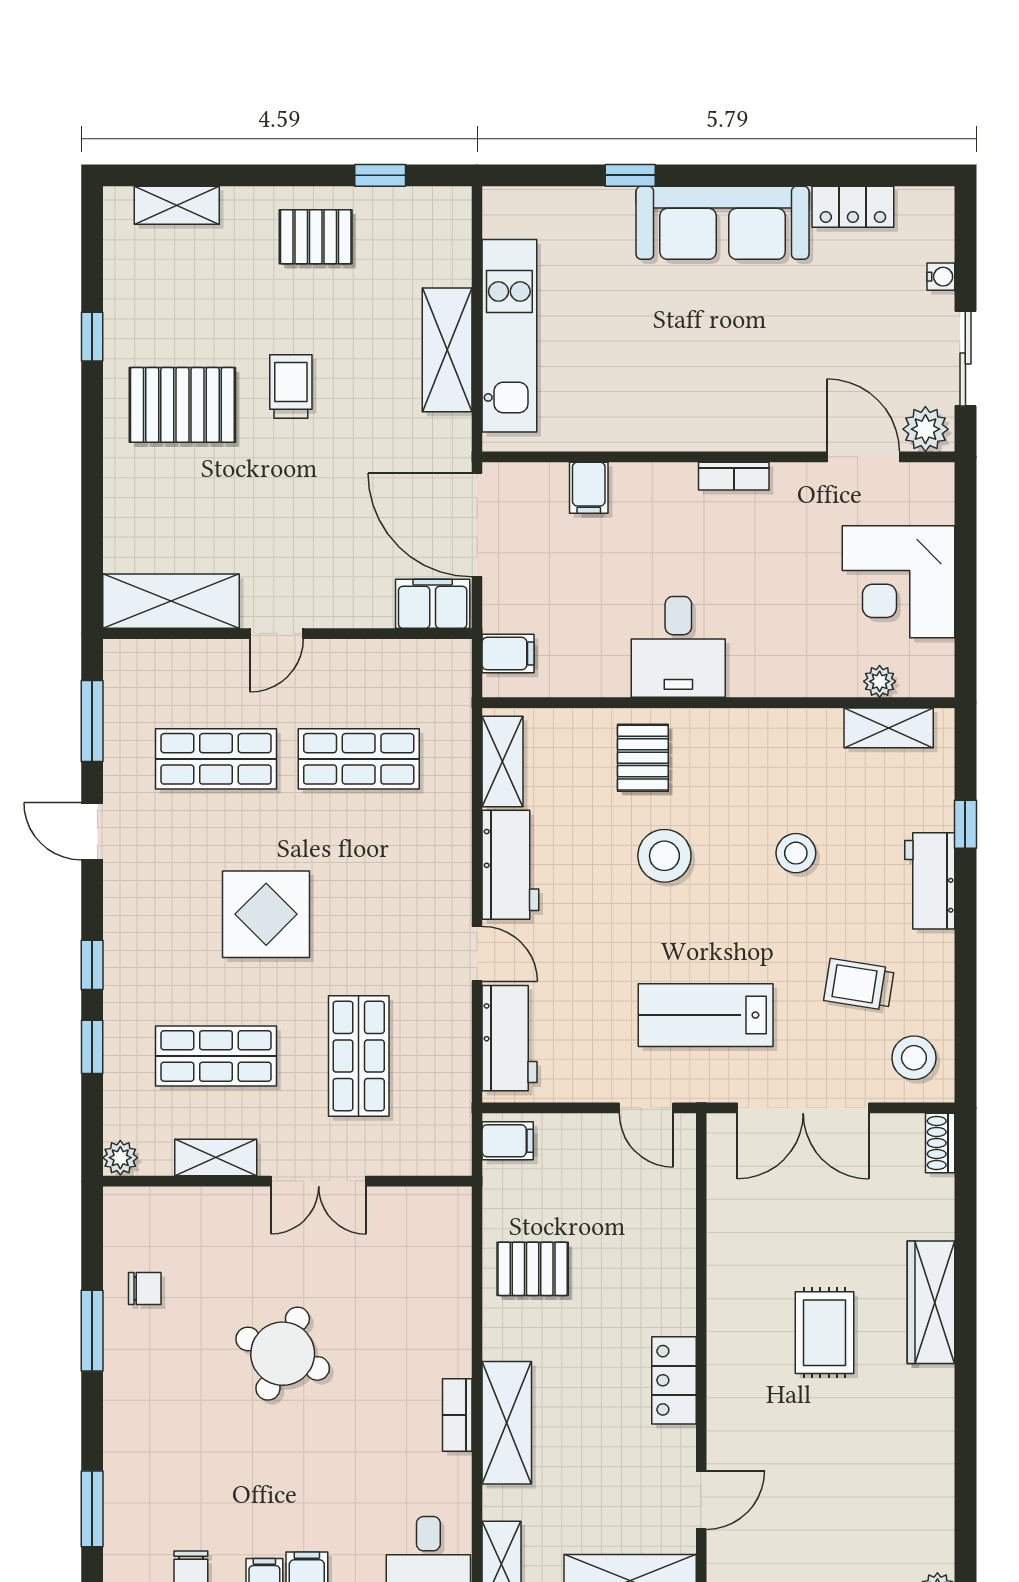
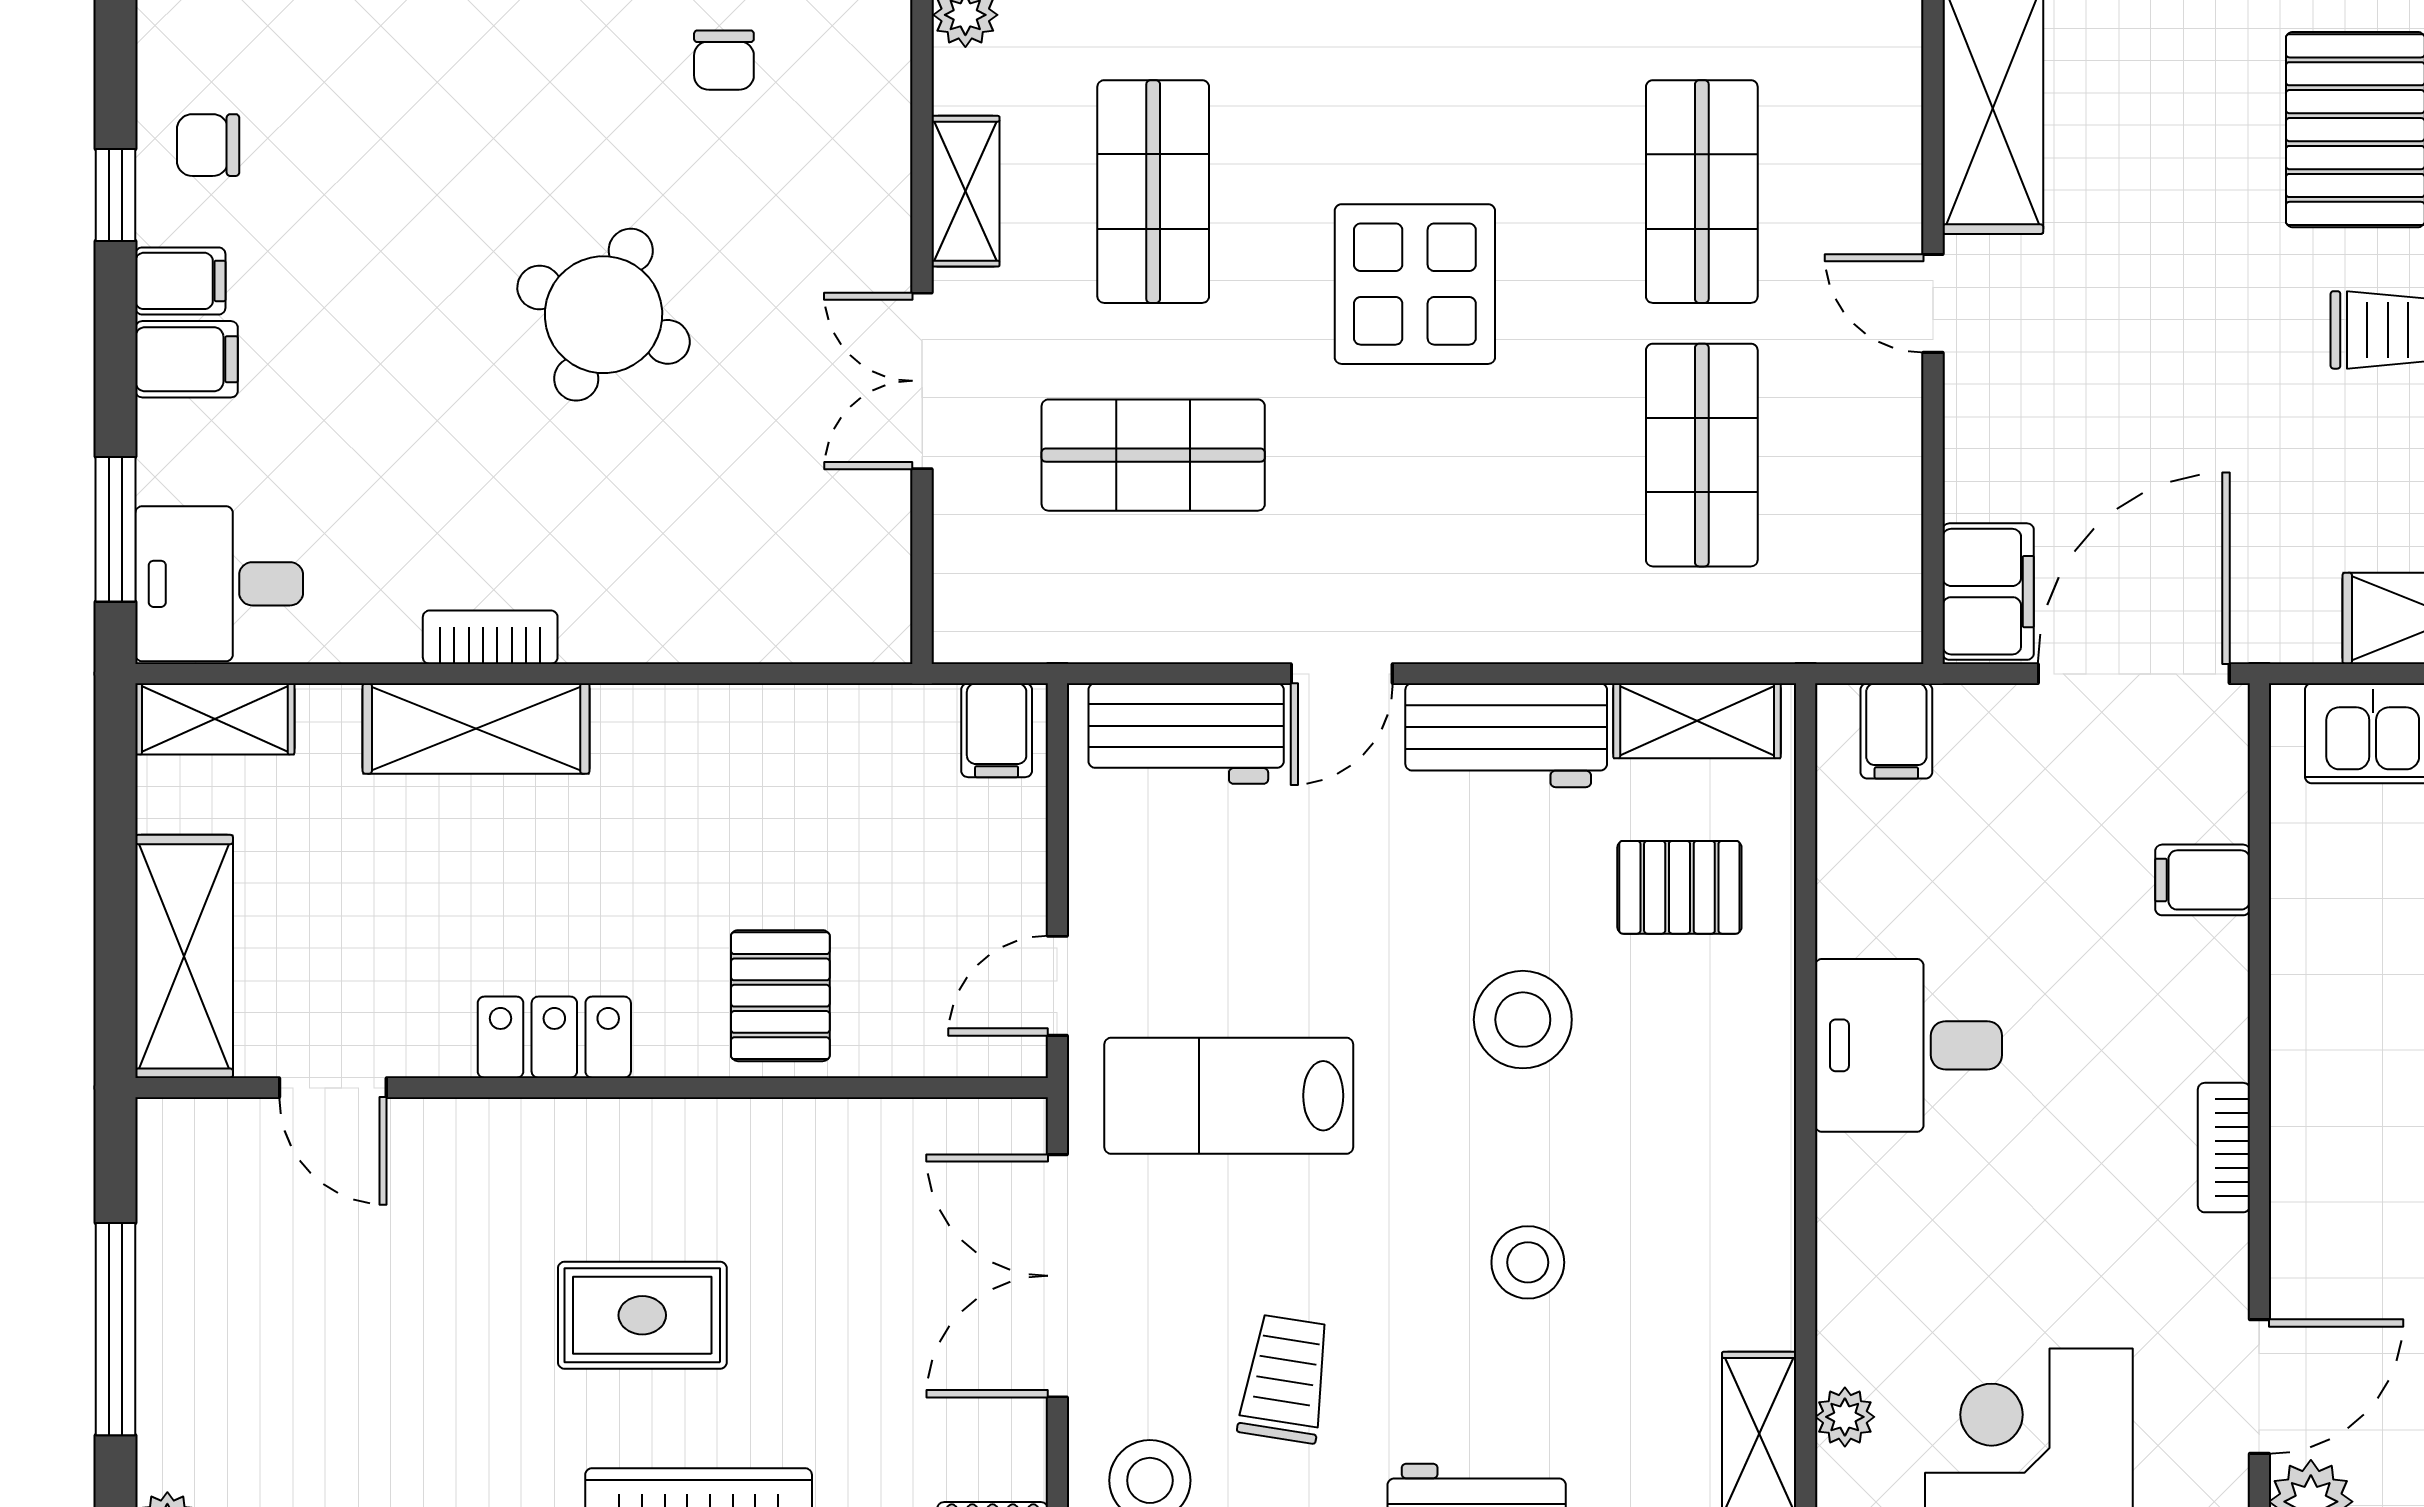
pallet: (643, 758) -> (1679, 887), moved
lab bench: (706, 1015) -> (1229, 1096), turned -90
pallet: (533, 1269) -> (780, 996), moved

